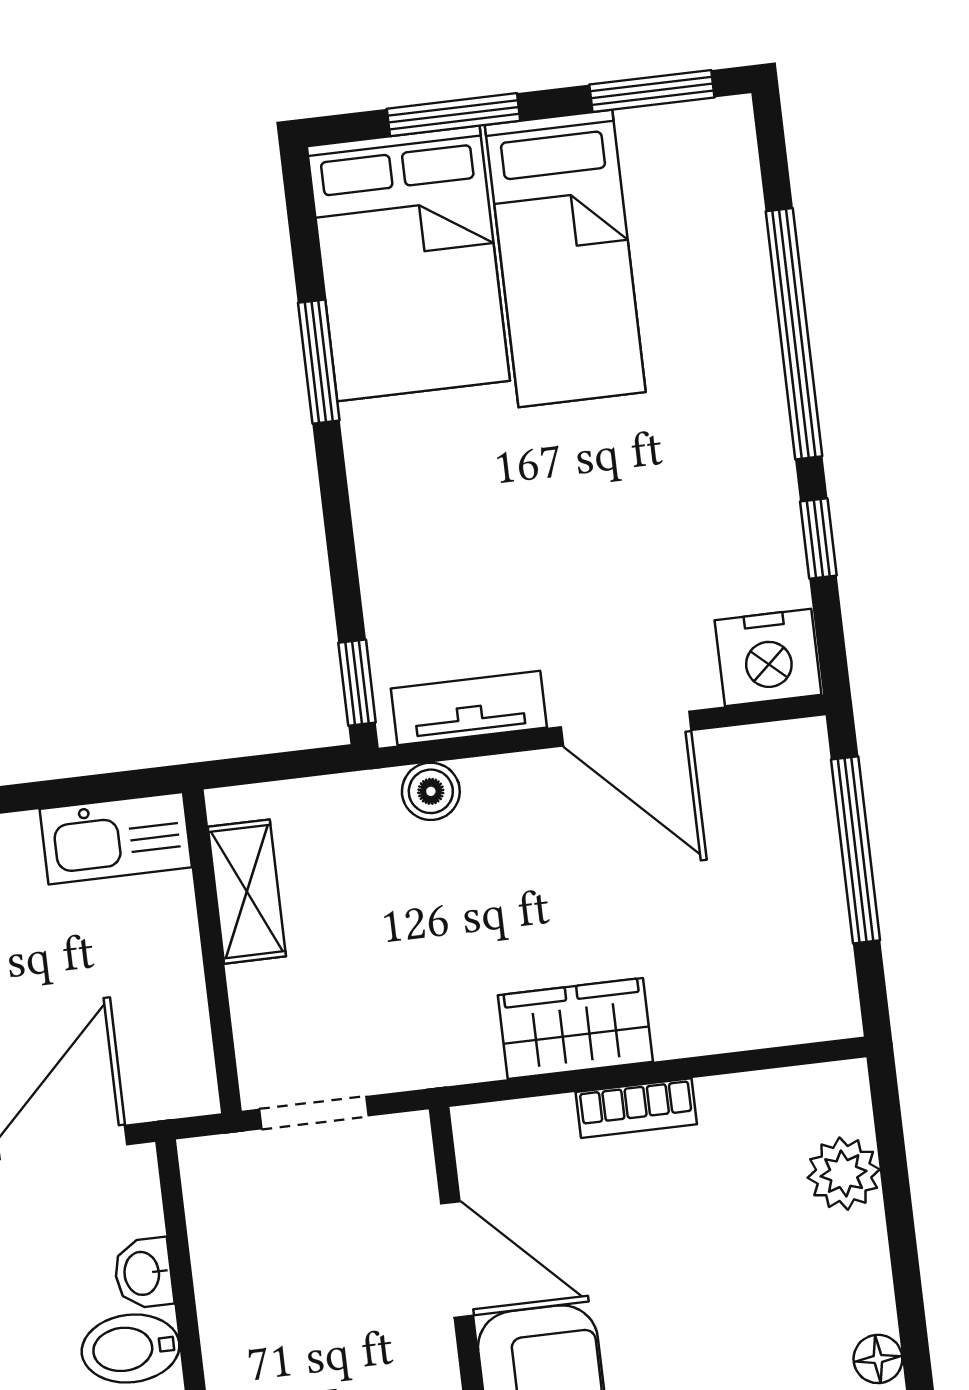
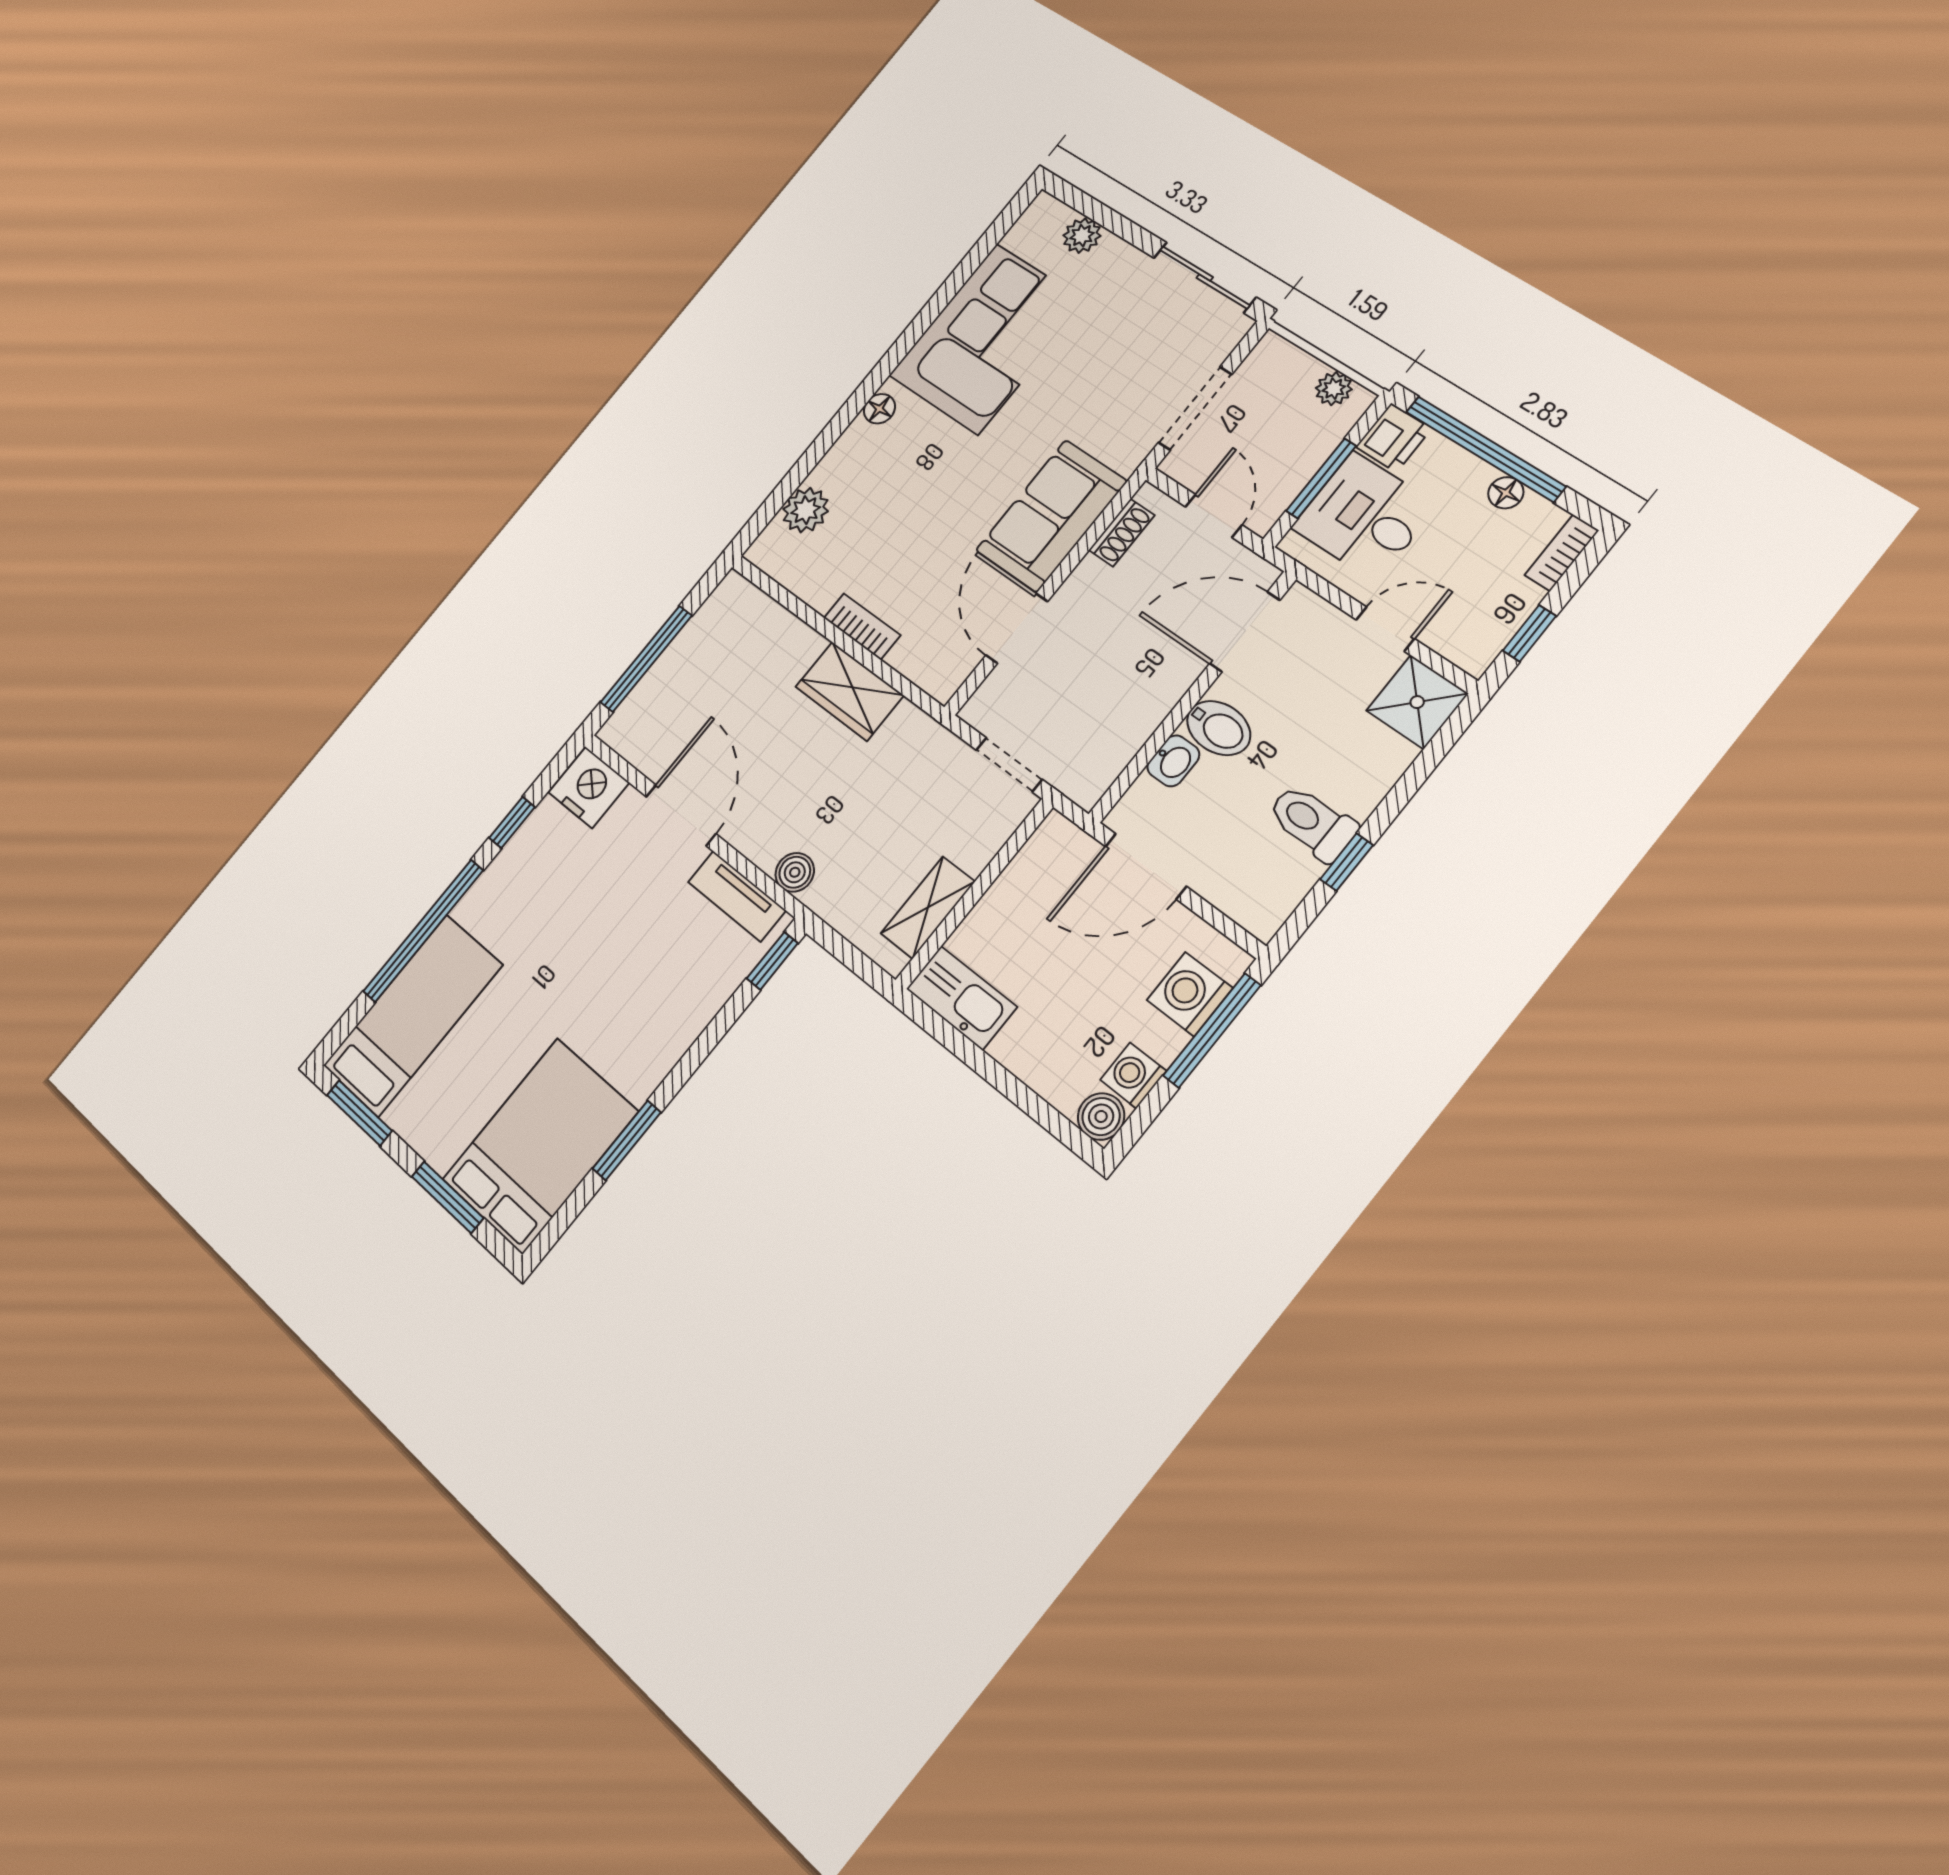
bed: (565, 258) -> (413, 1015), moved

